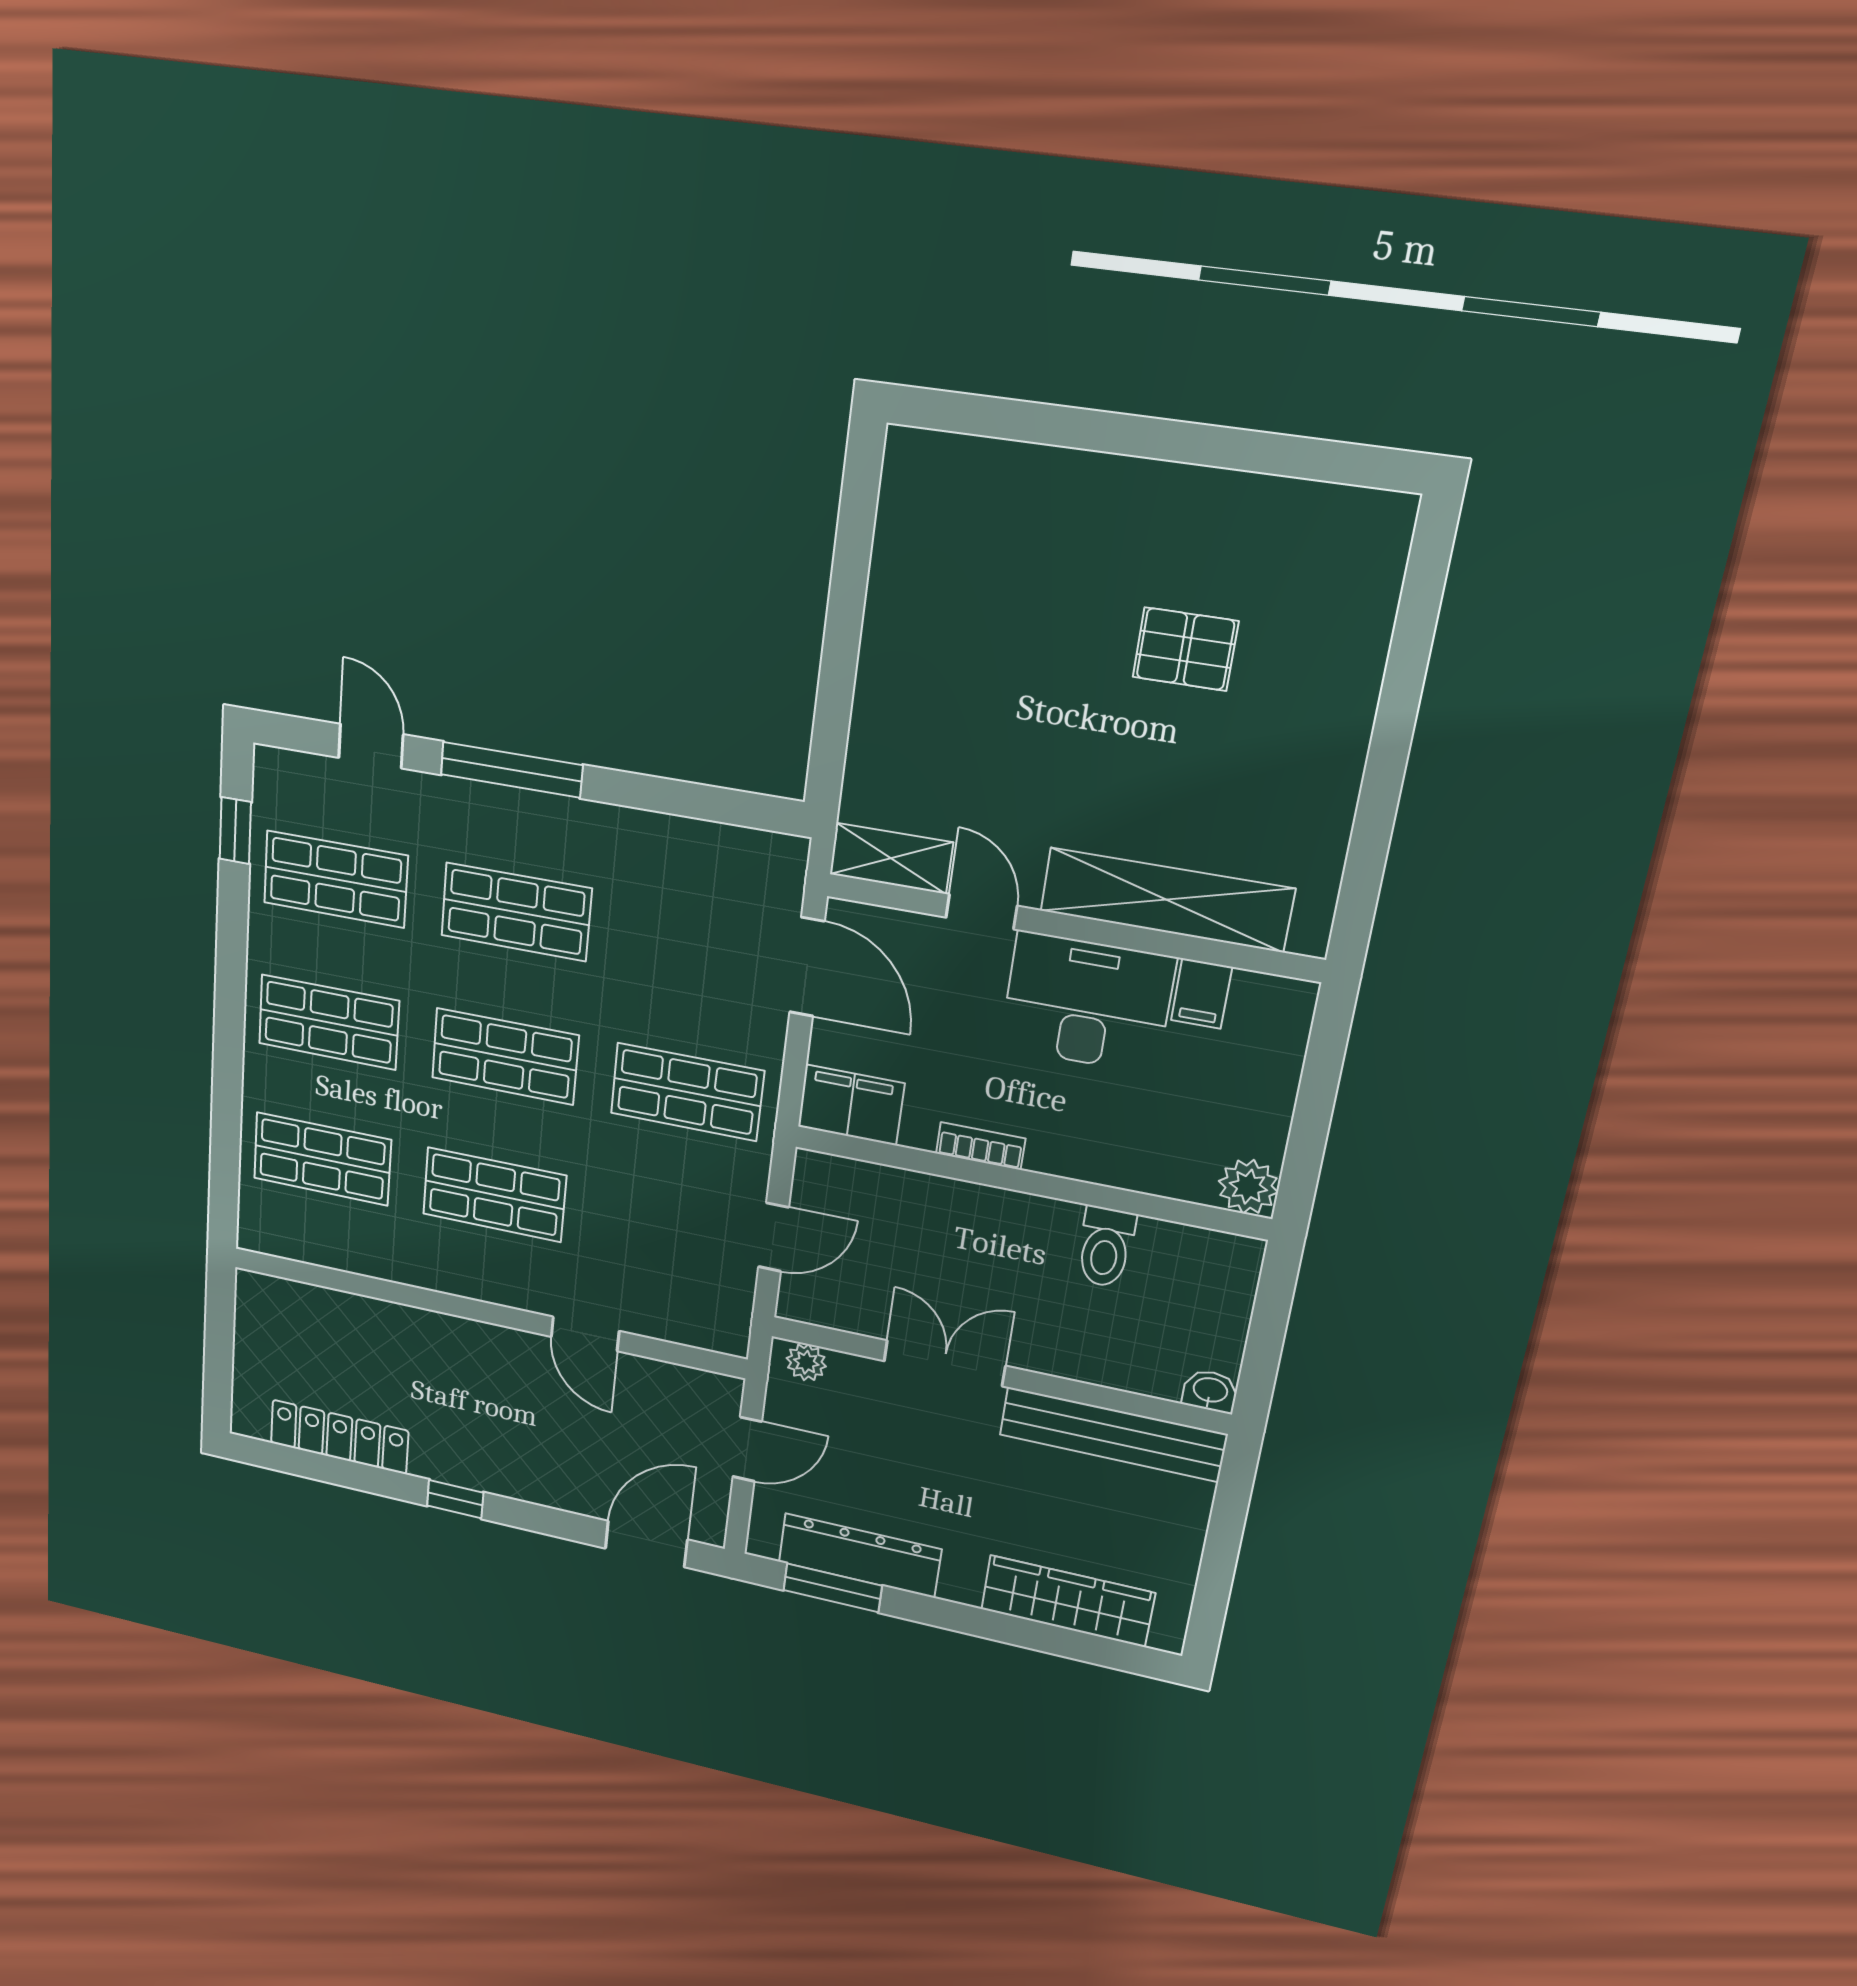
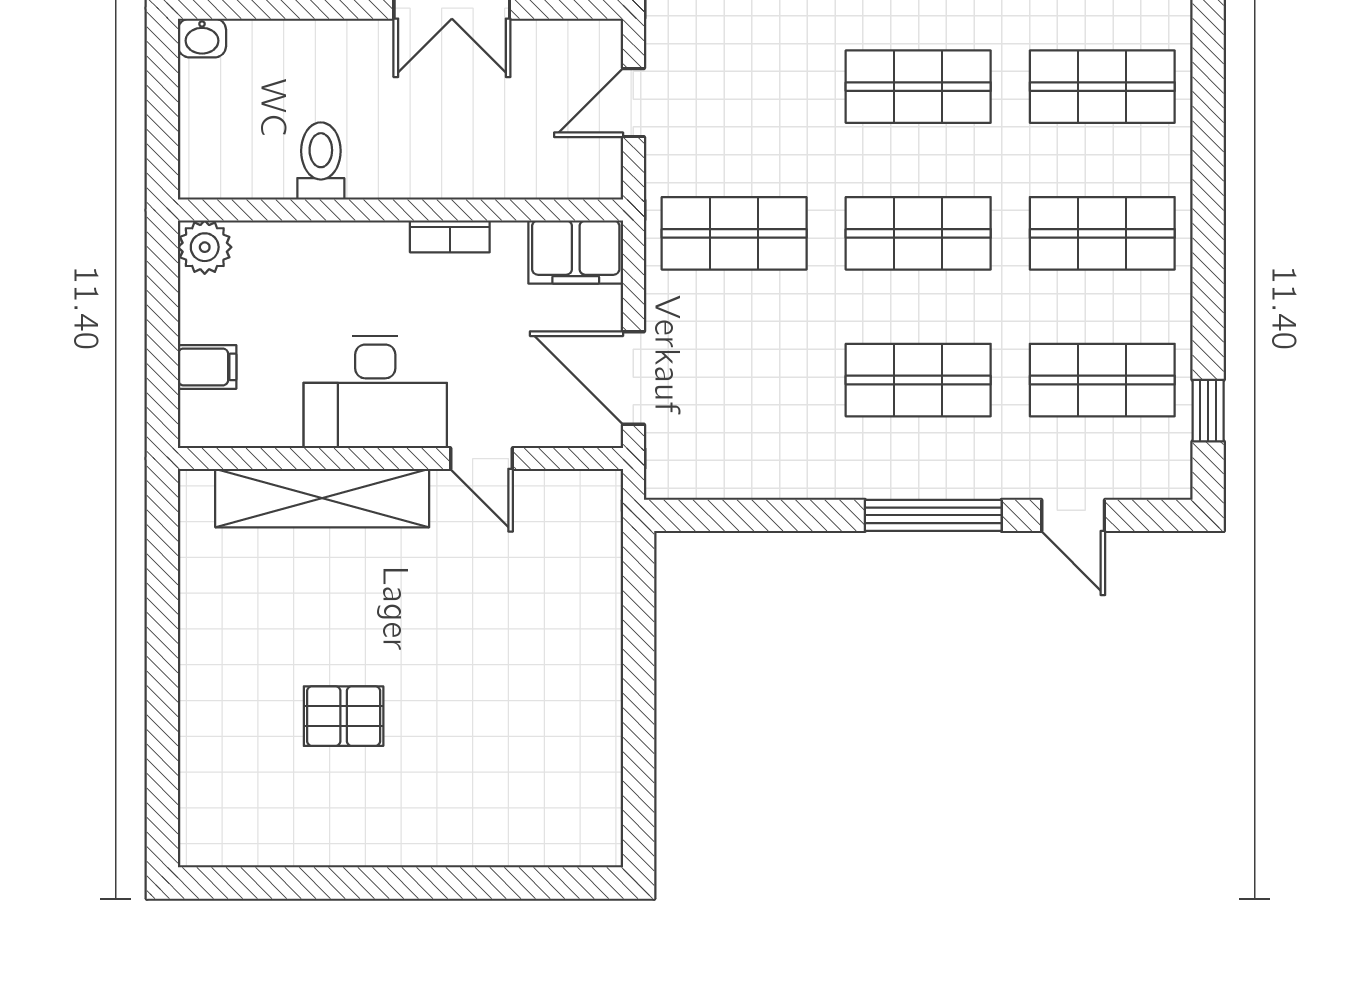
shelving: (891, 858) -> (569, 493), removed
filing cabinet: (1201, 994) -> (207, 367), moved, turned 90

